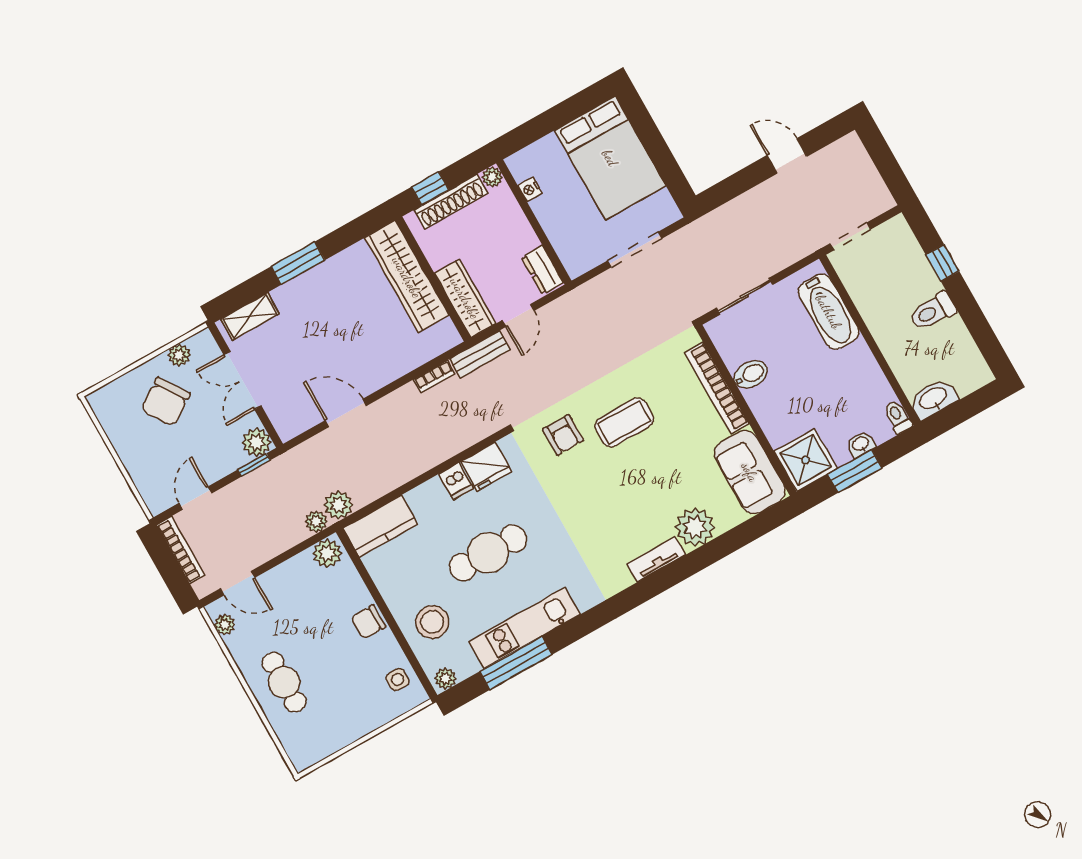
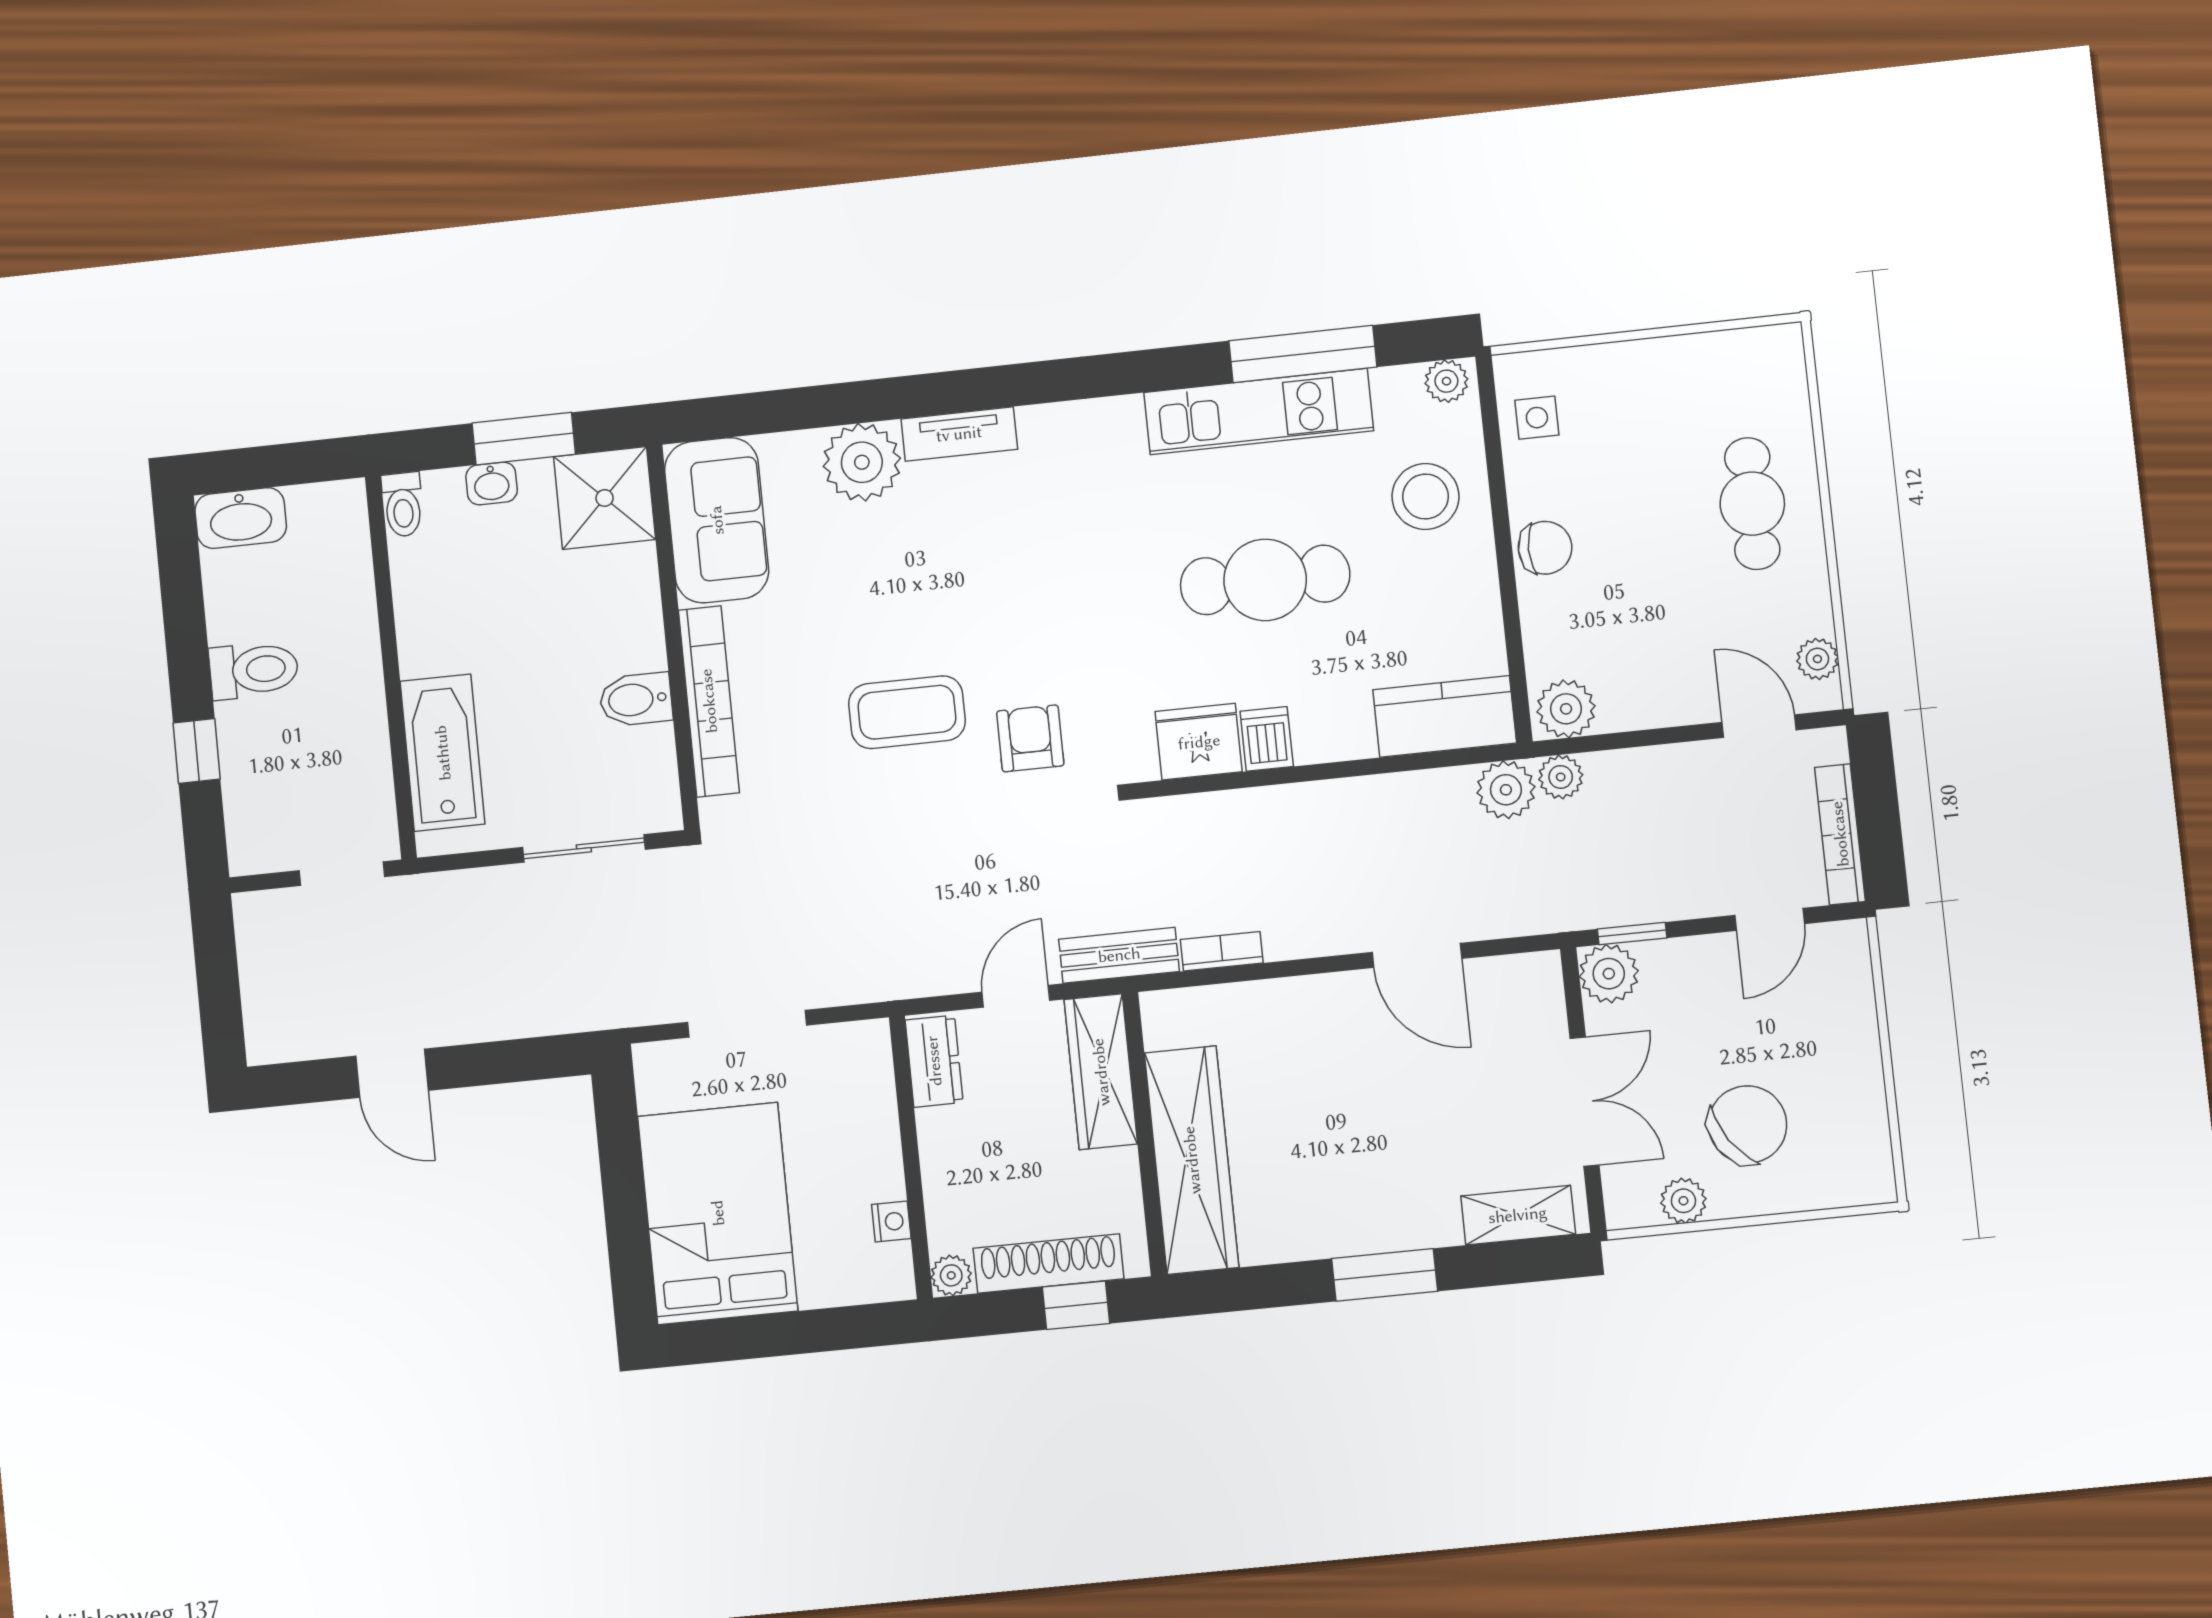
washbasin: (933, 399) -> (241, 518), moved

